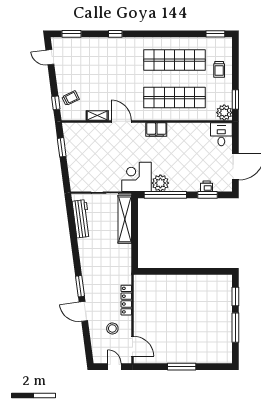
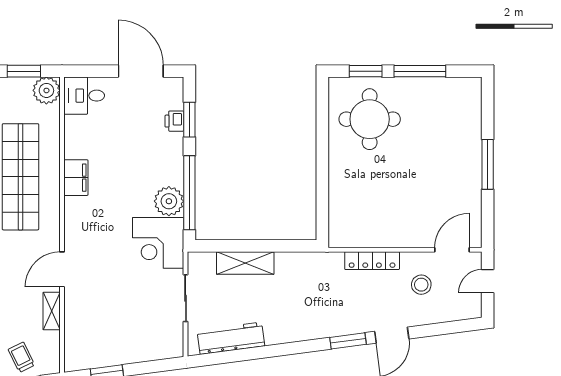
filing cabinet: (156, 129) -> (76, 178), moved
shelving: (125, 219) -> (245, 263), width x0.68
round table: (208, 299) -> (370, 119), added

